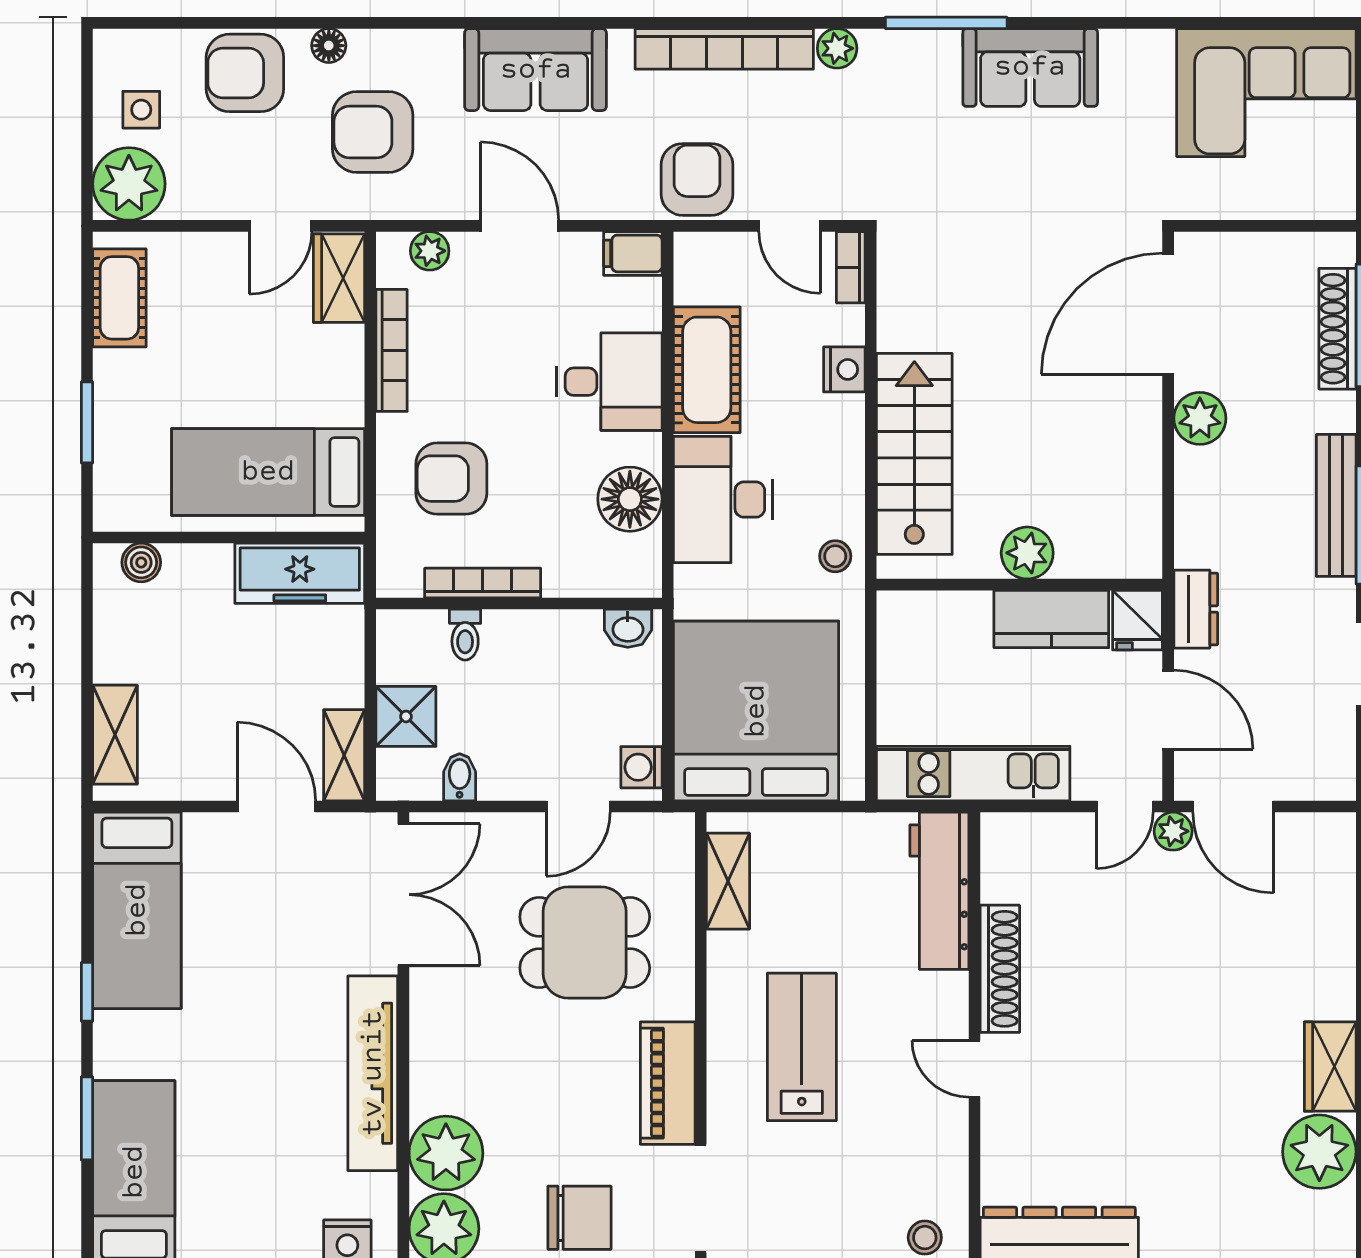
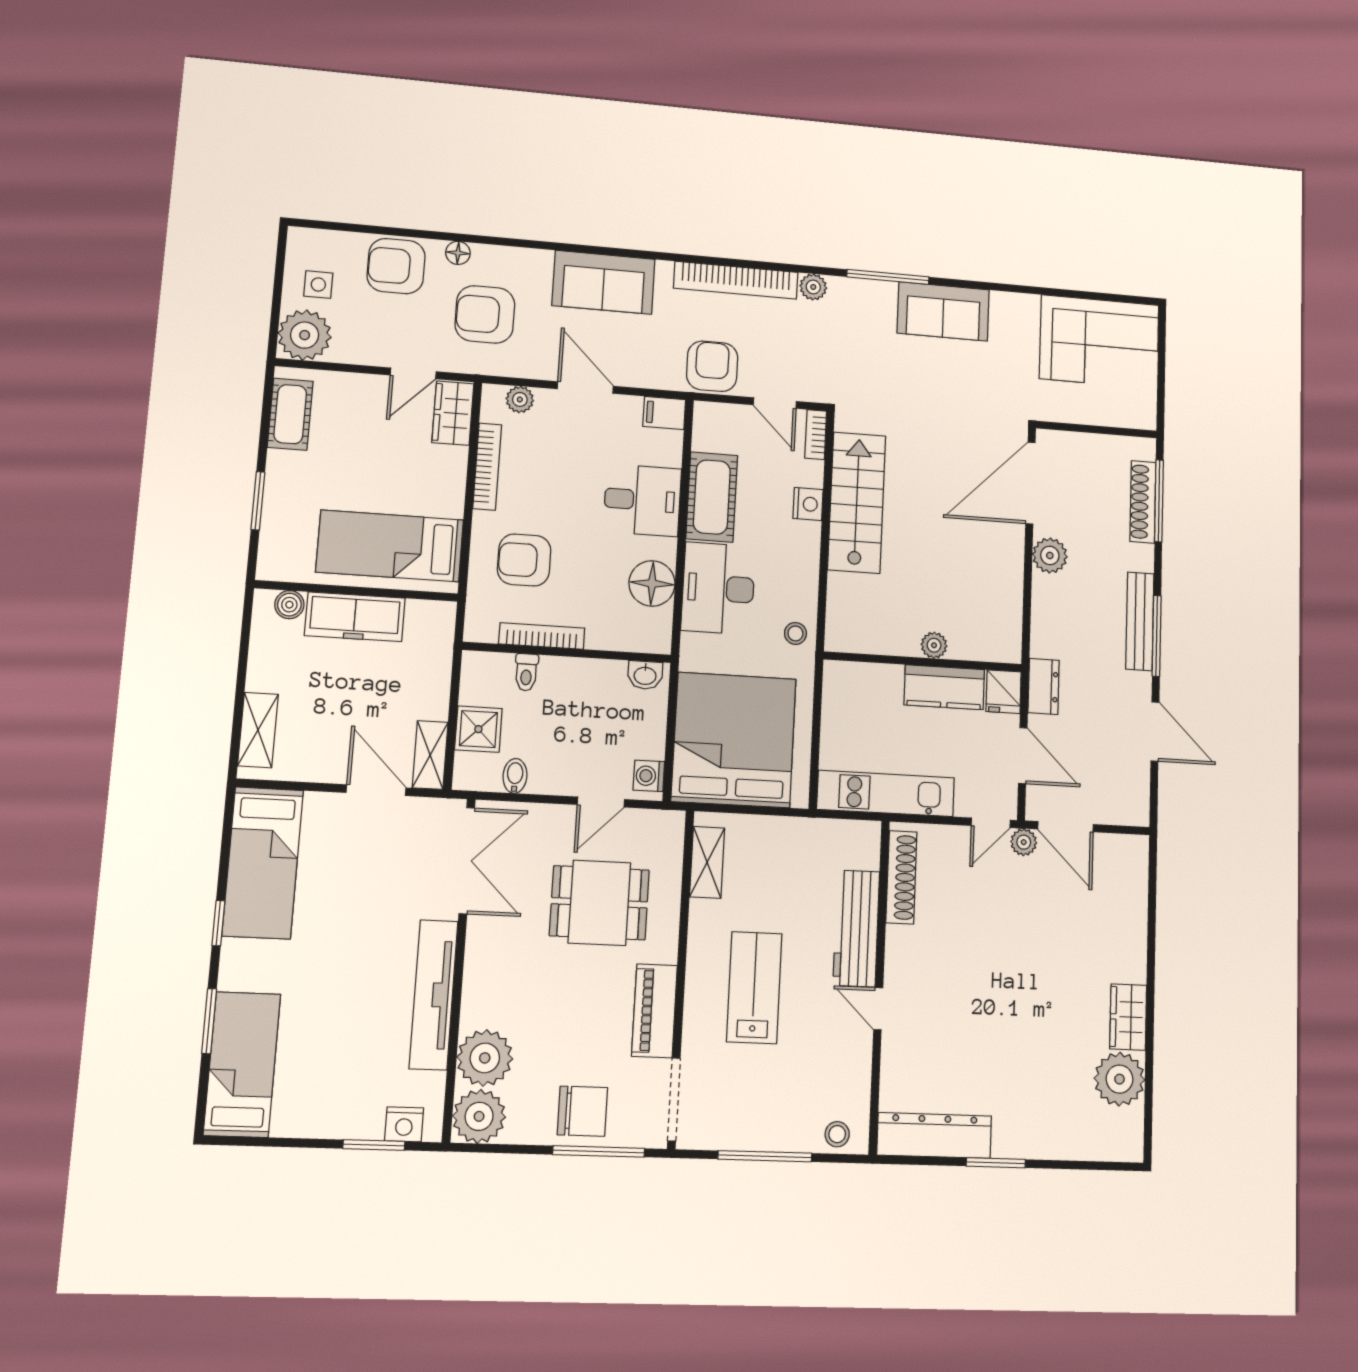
stairs: (914, 454) -> (857, 503), moved
plant: (1027, 553) -> (934, 645), width x0.73, depth x0.73
freezer: (300, 573) -> (355, 617), moved
workbench: (939, 891) -> (856, 928), moved
shoe rack: (1000, 969) -> (901, 877), moved

